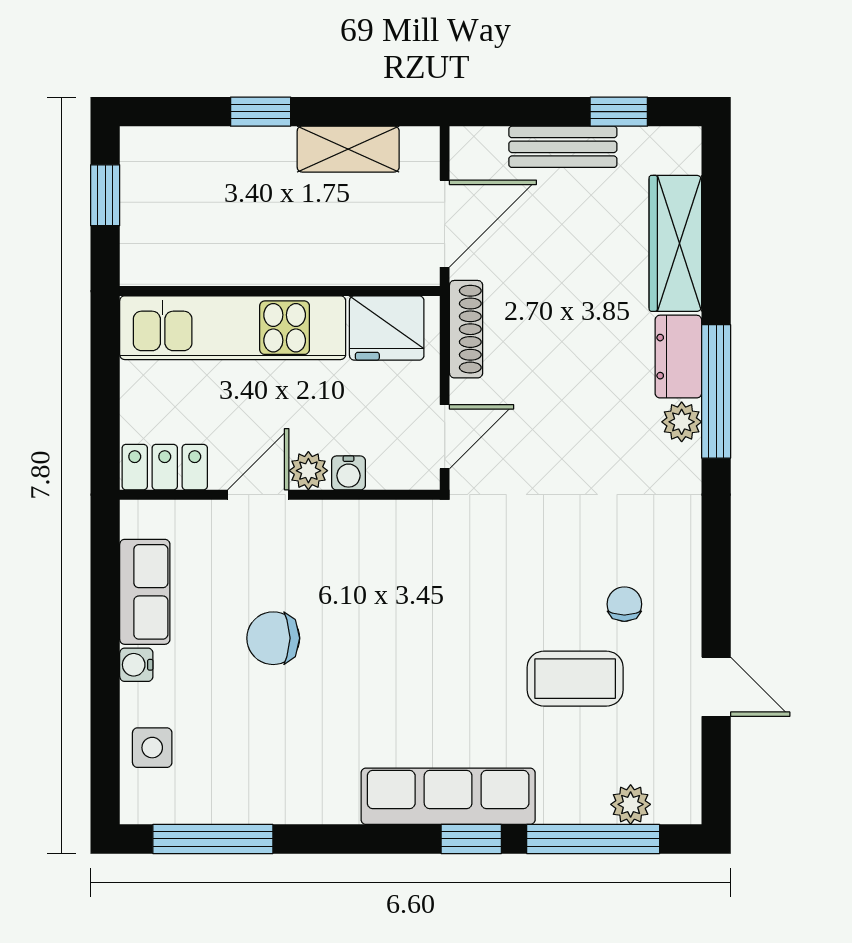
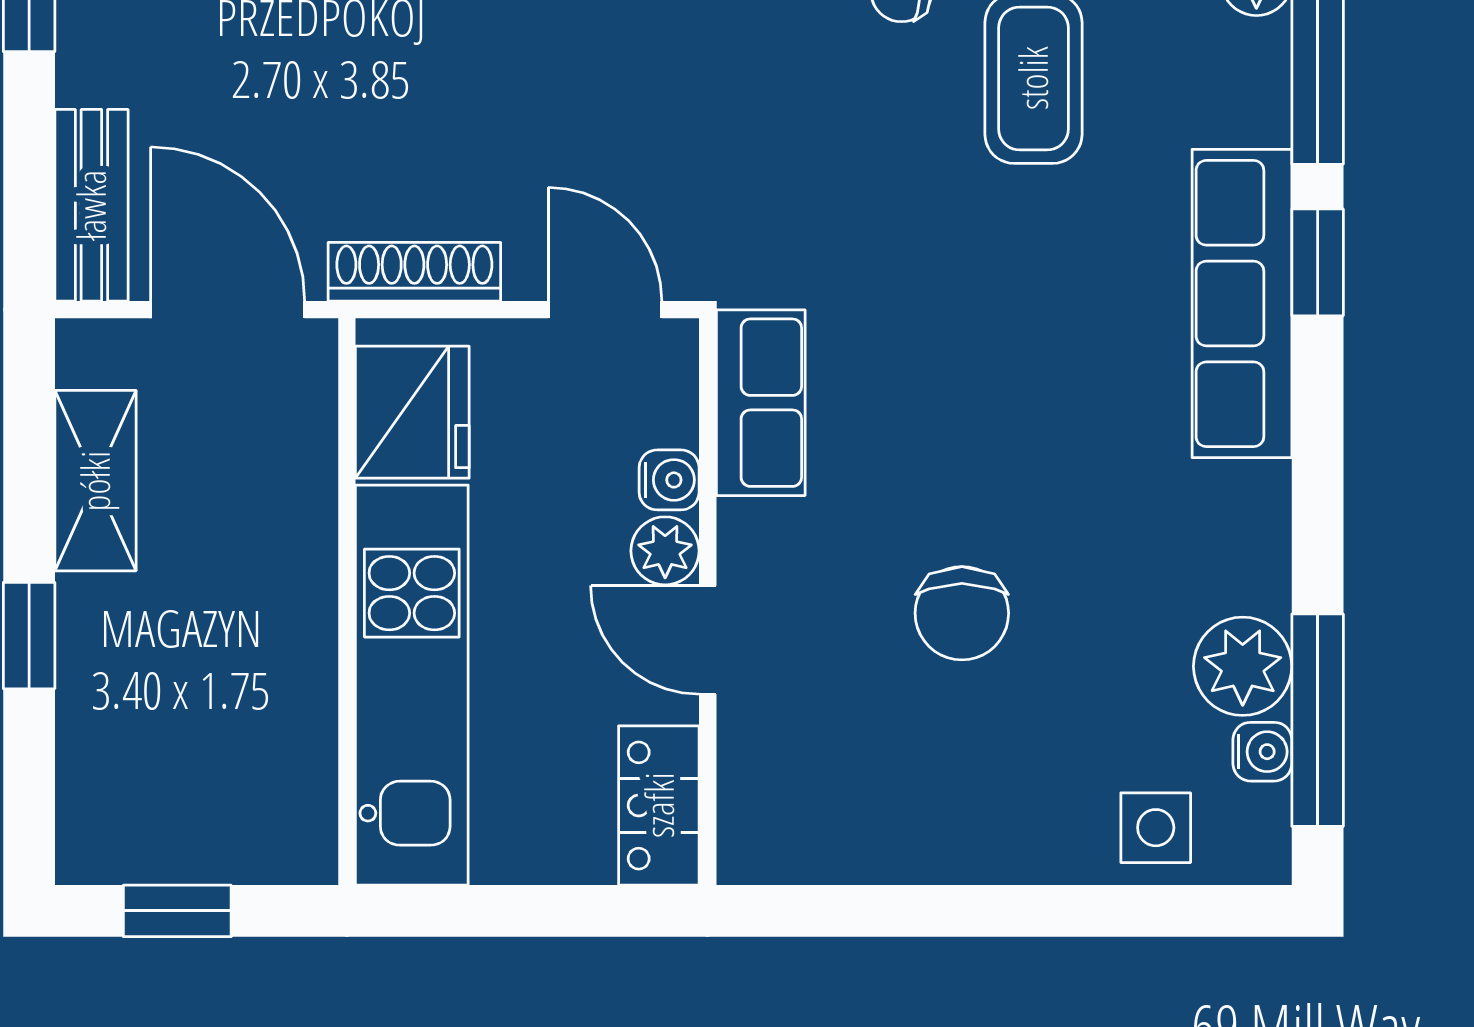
bench: (563, 147) -> (91, 205), moved
row of seats: (145, 592) -> (761, 403), moved, turned 90
water cooler: (136, 665) -> (1262, 752), moved, turned -90
plant: (243, 797) -> (1243, 666), added

